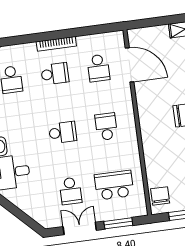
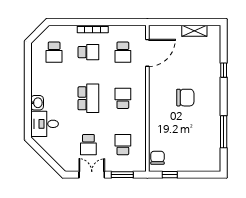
door: (130, 65) -> (147, 53), hinge flipped
school desk: (63, 132) -> (88, 98), width x1.85
school desk: (114, 185) -> (123, 145), width x0.54

